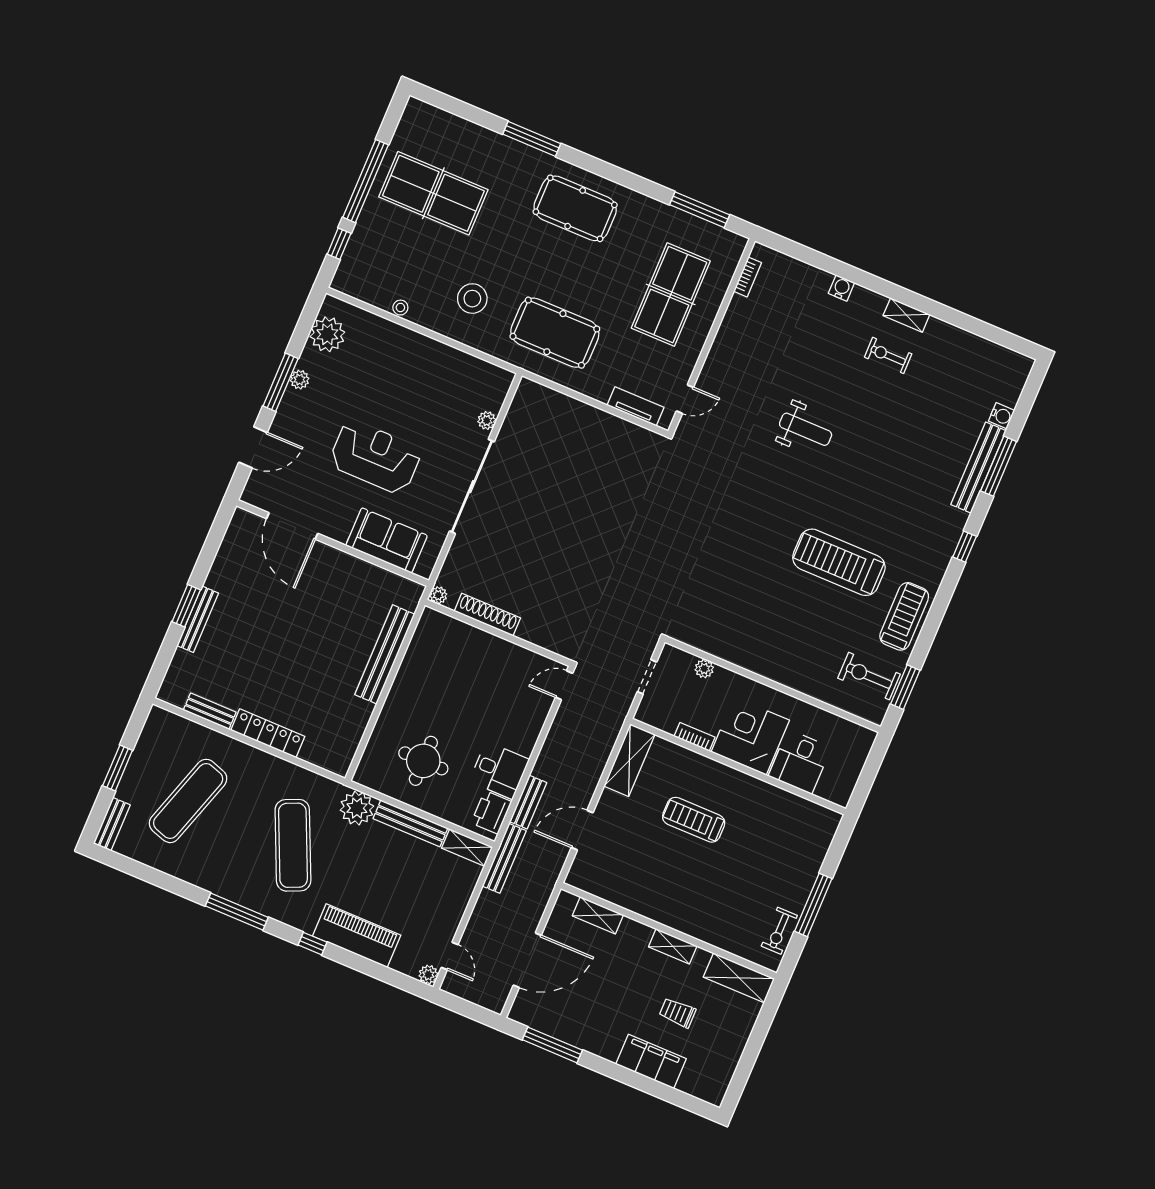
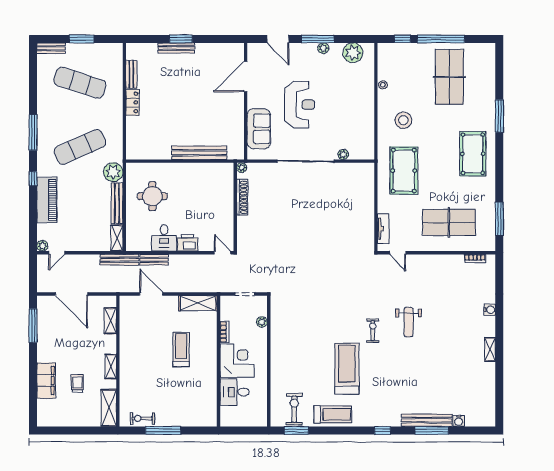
exercise bike: (888, 355) -> (373, 331), moved
locker: (268, 733) -> (133, 102), width x0.66
printer: (491, 812) -> (188, 243), moved

